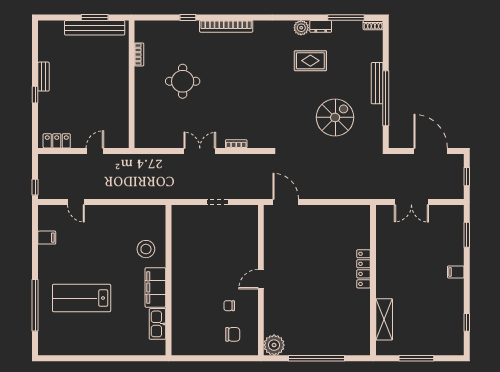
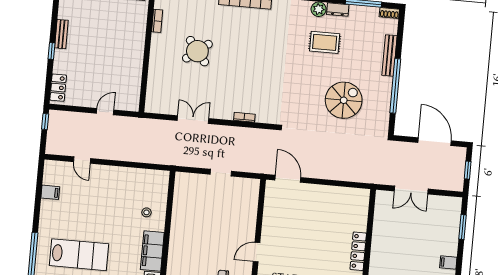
round table: (183, 81) -> (197, 51), turned -38
bench: (377, 83) -> (389, 55), moved
locker: (57, 141) -> (58, 88), moved, turned 90
double door: (200, 151) -> (193, 120), moved
window: (35, 187) -> (45, 122), moved
stool: (146, 249) -> (146, 212), width x0.53, depth x0.53
lab bench: (82, 298) -> (79, 255), turned 180

